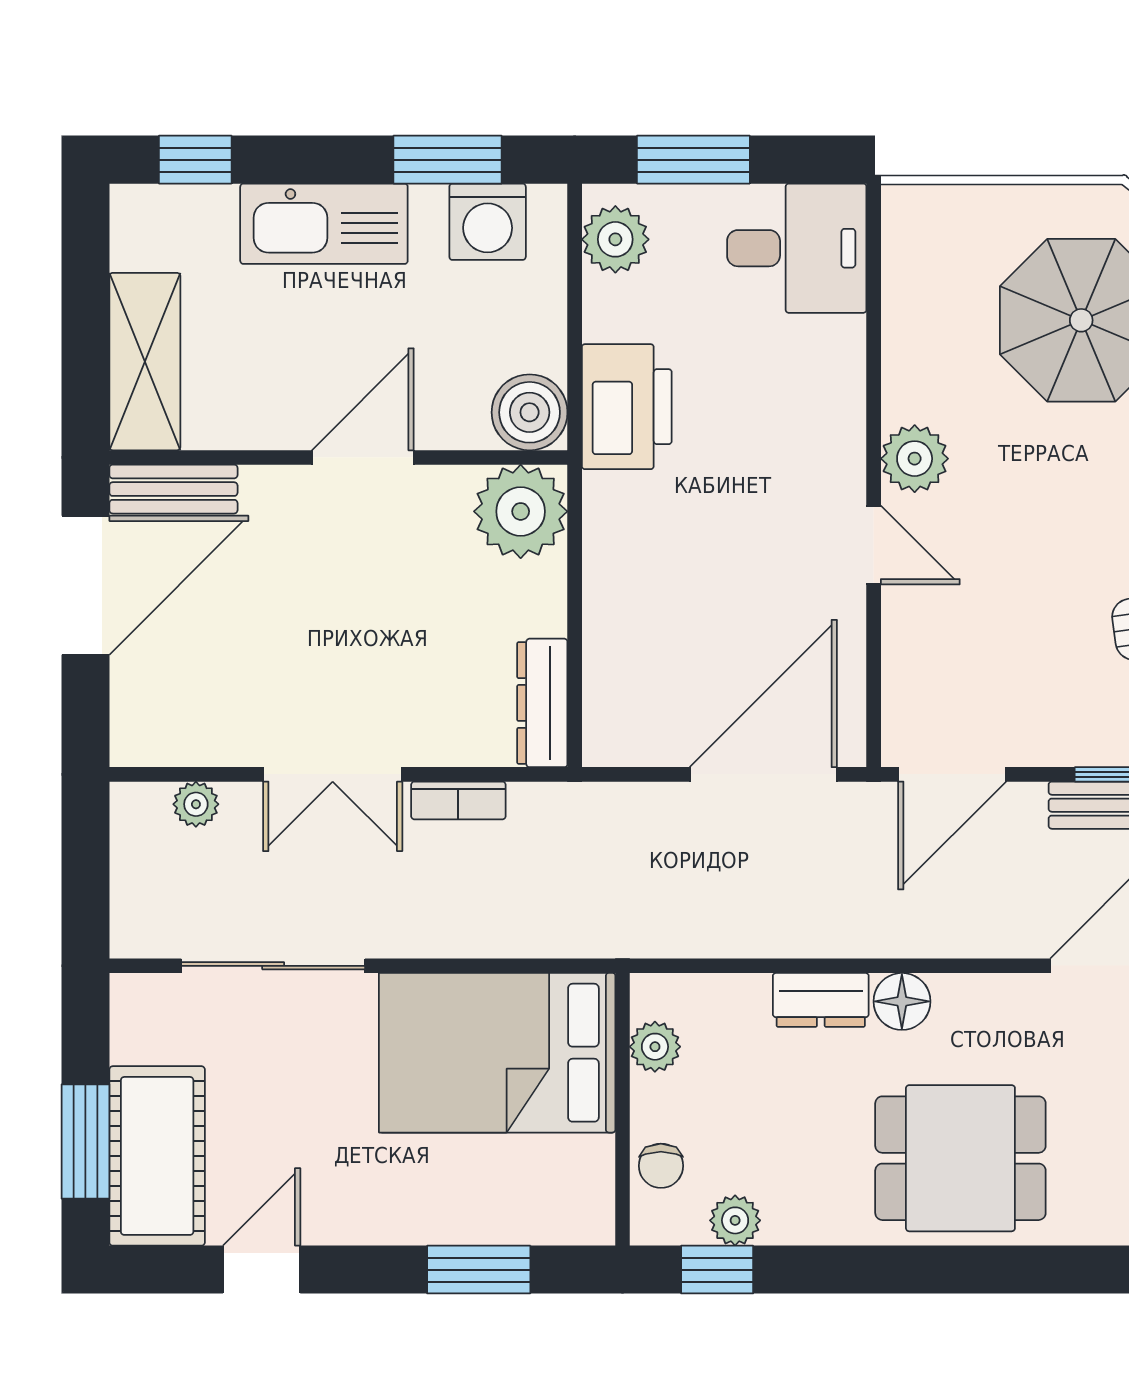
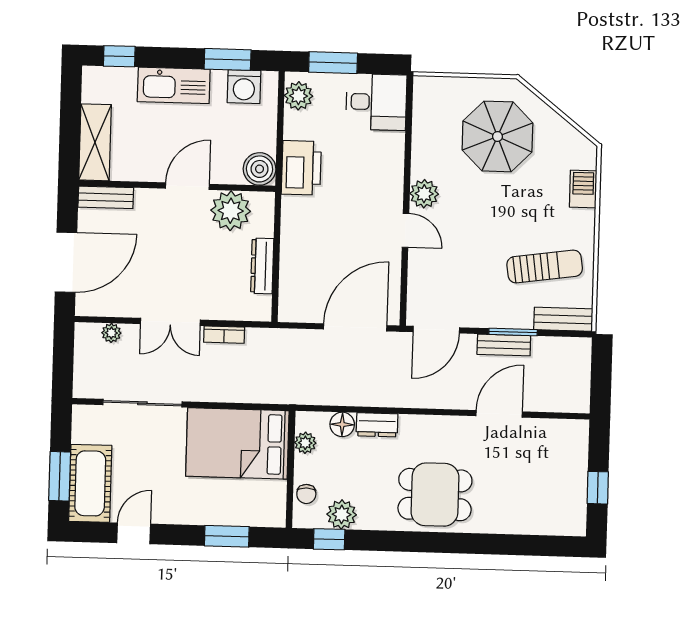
plant: (521, 511) -> (231, 211), moved
door: (85, 585) -> (66, 262), moved
dresser: (542, 703) -> (262, 266), moved
floor lamp: (902, 1001) -> (342, 424), moved
plant: (735, 1220) -> (342, 514), width x1.38, depth x1.38

